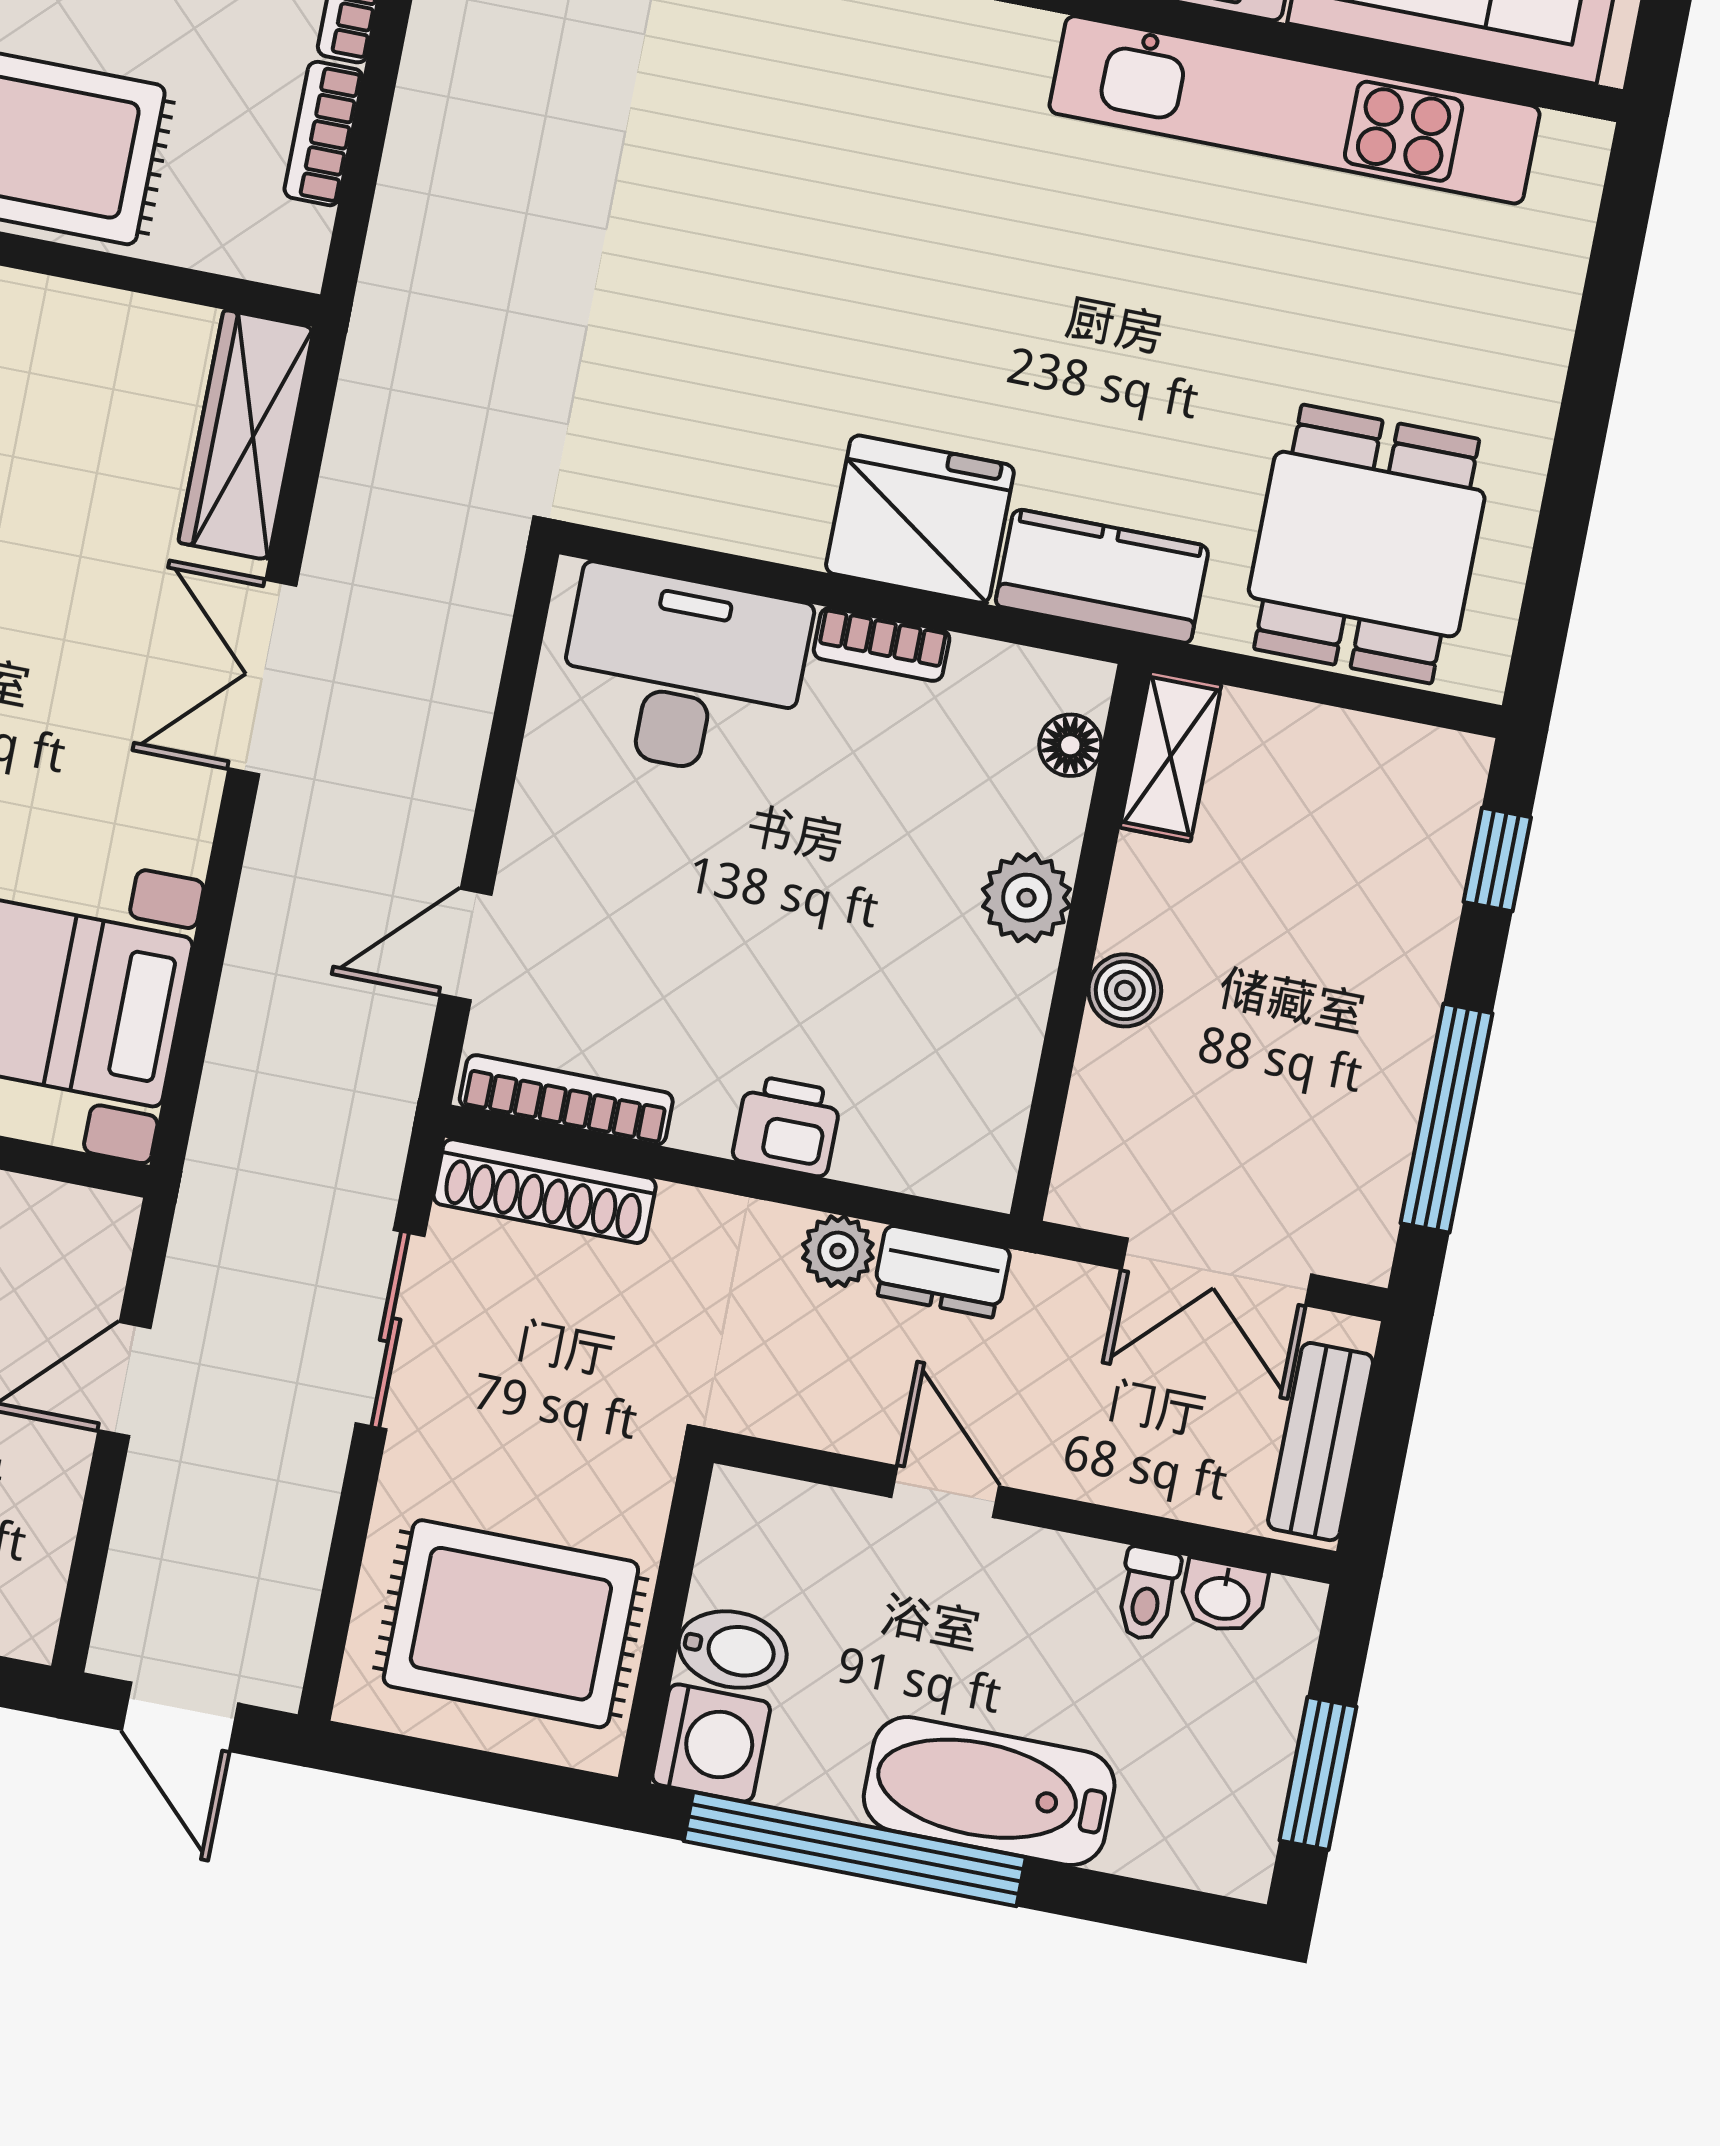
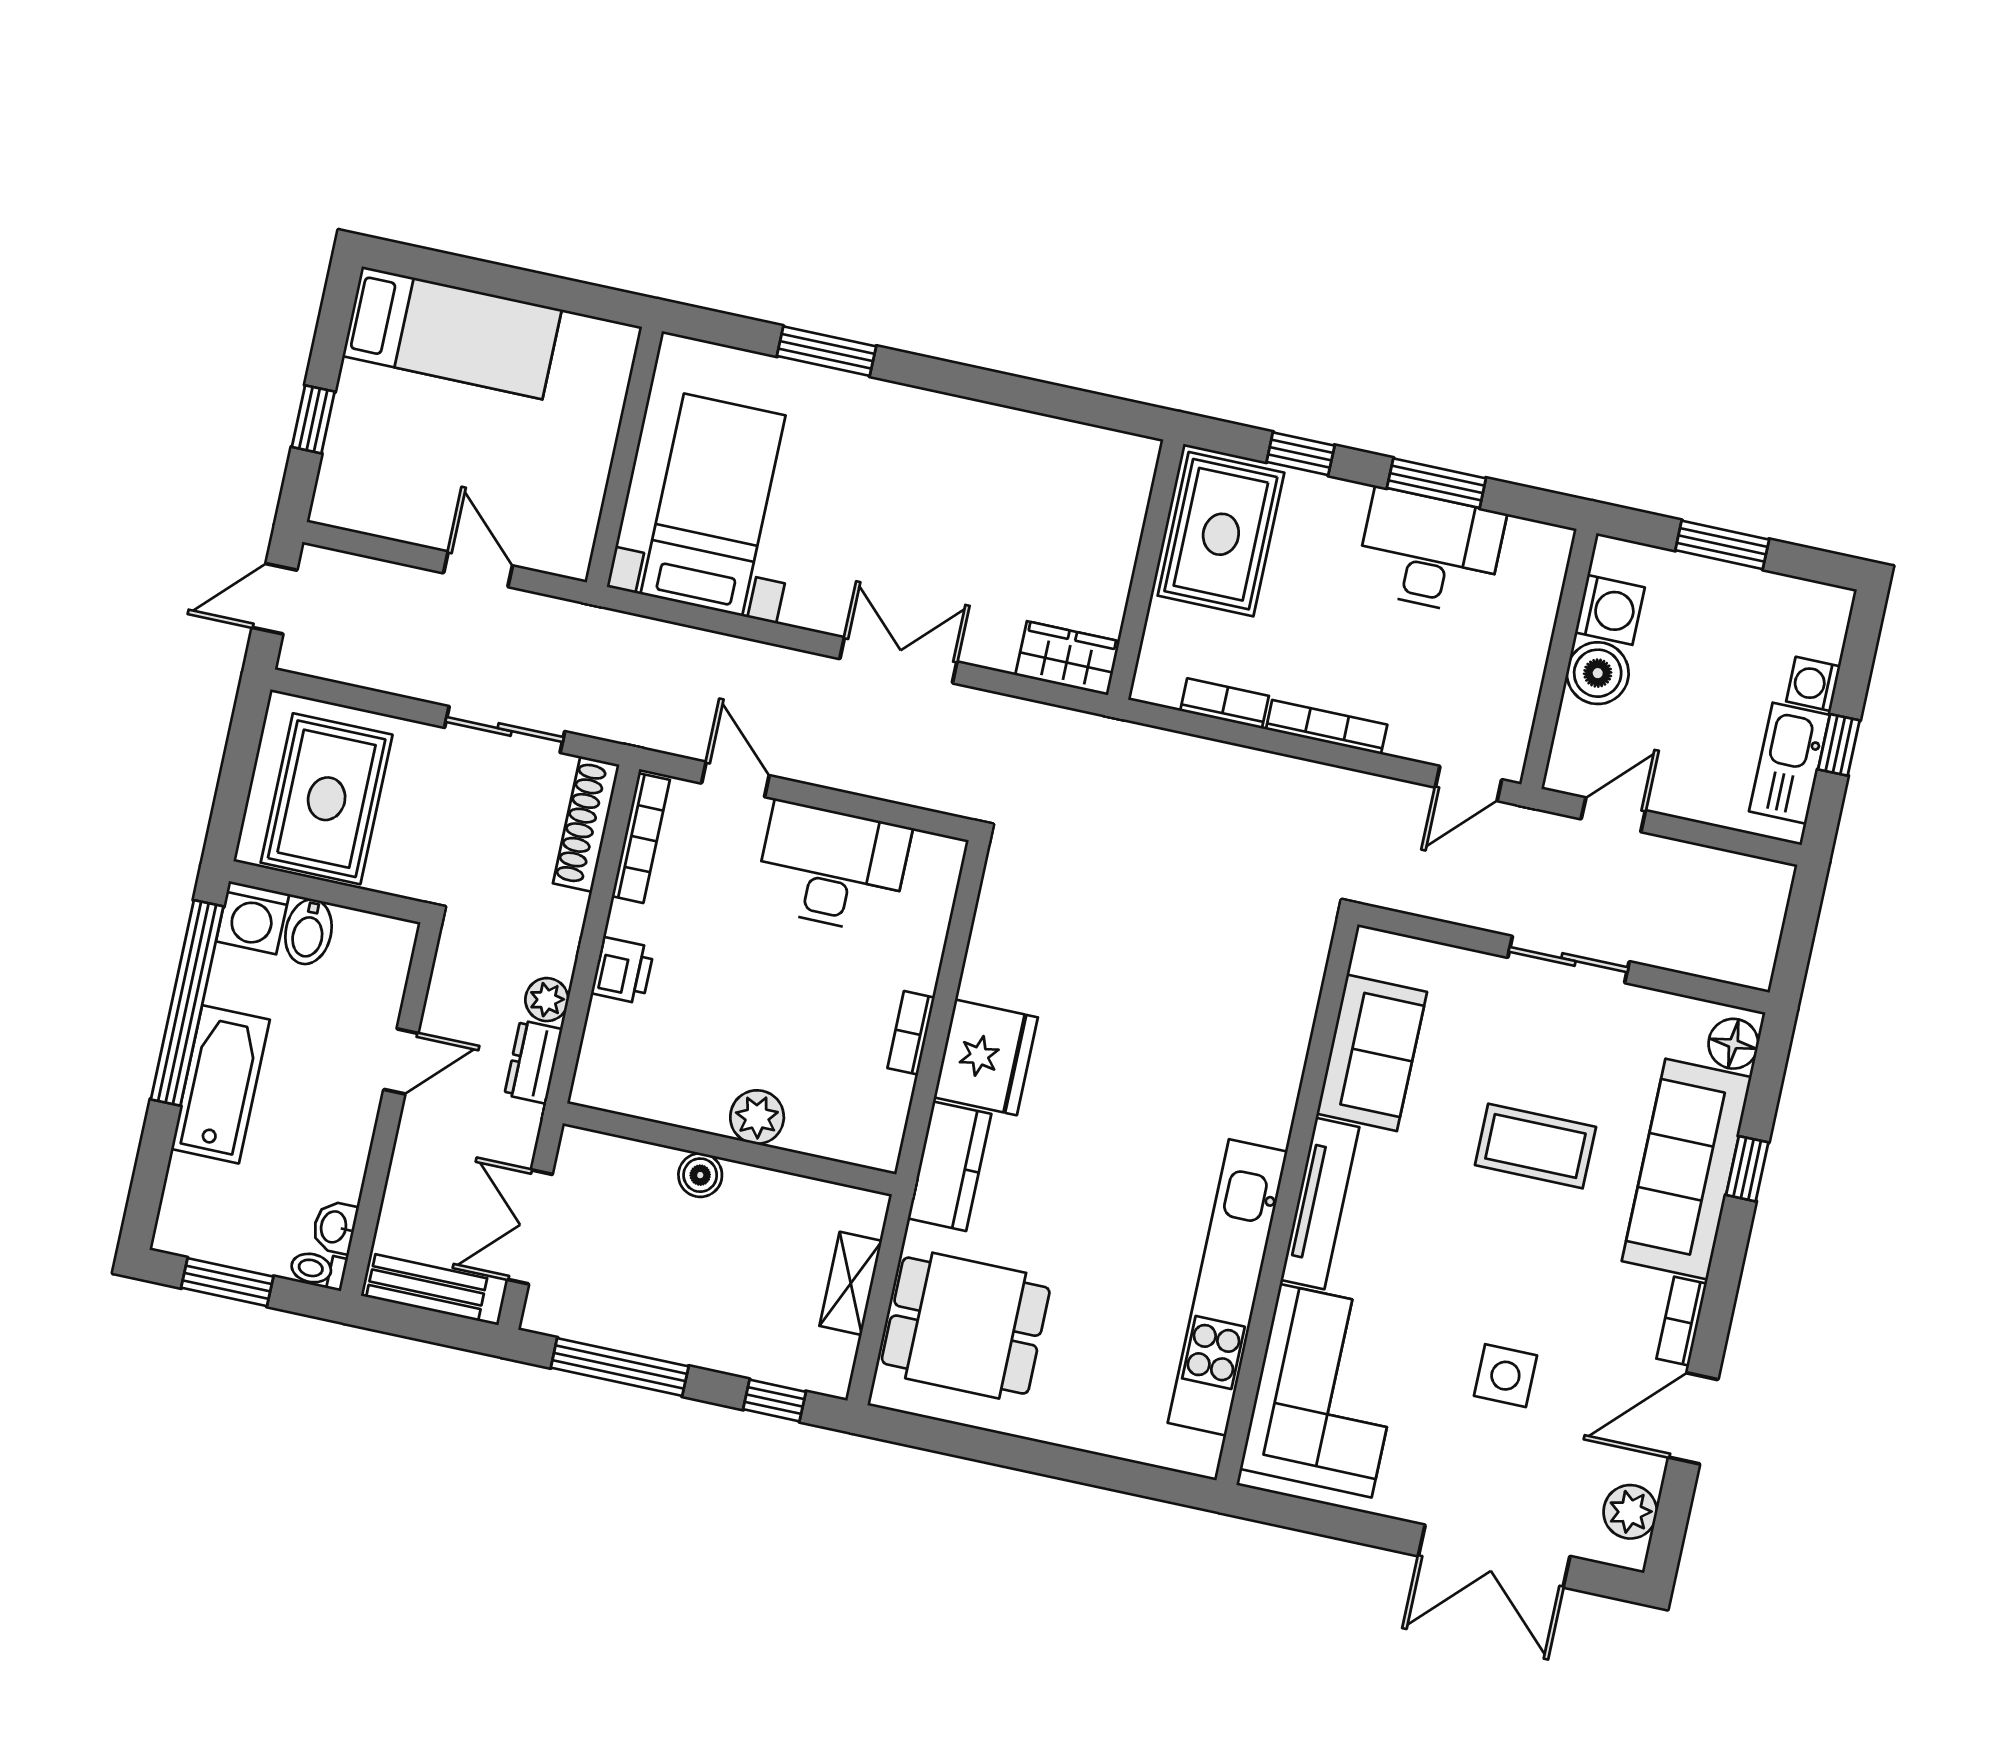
wardrobe: (246, 435) -> (1068, 658), width x0.67
desk: (683, 673) -> (832, 867), moved, turned -90
floor lamp: (1070, 745) -> (848, 1145), removed
shelving: (1171, 756) -> (851, 1283), moved, turned 90
toilet: (1147, 1594) -> (318, 1270), moved

